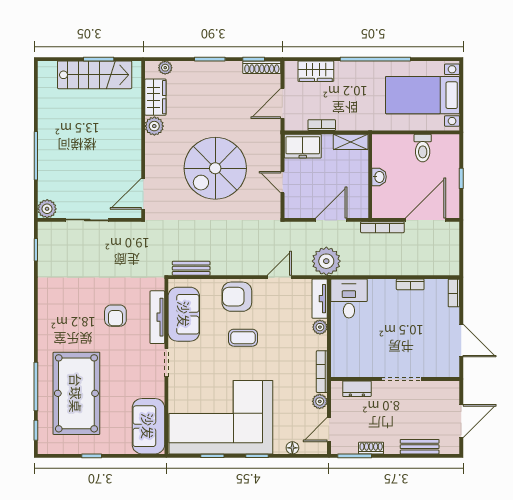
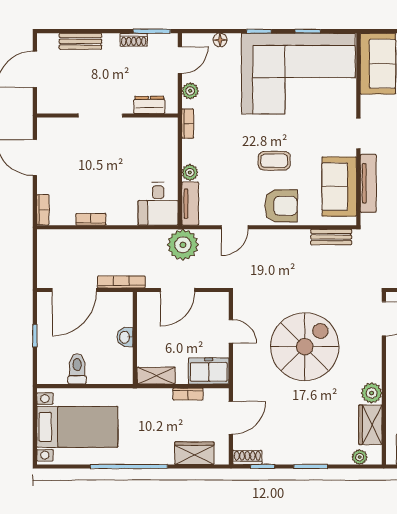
shoe rack: (262, 67) -> (247, 457), width x0.70
bookcase: (322, 372) -> (188, 124), width x0.64

